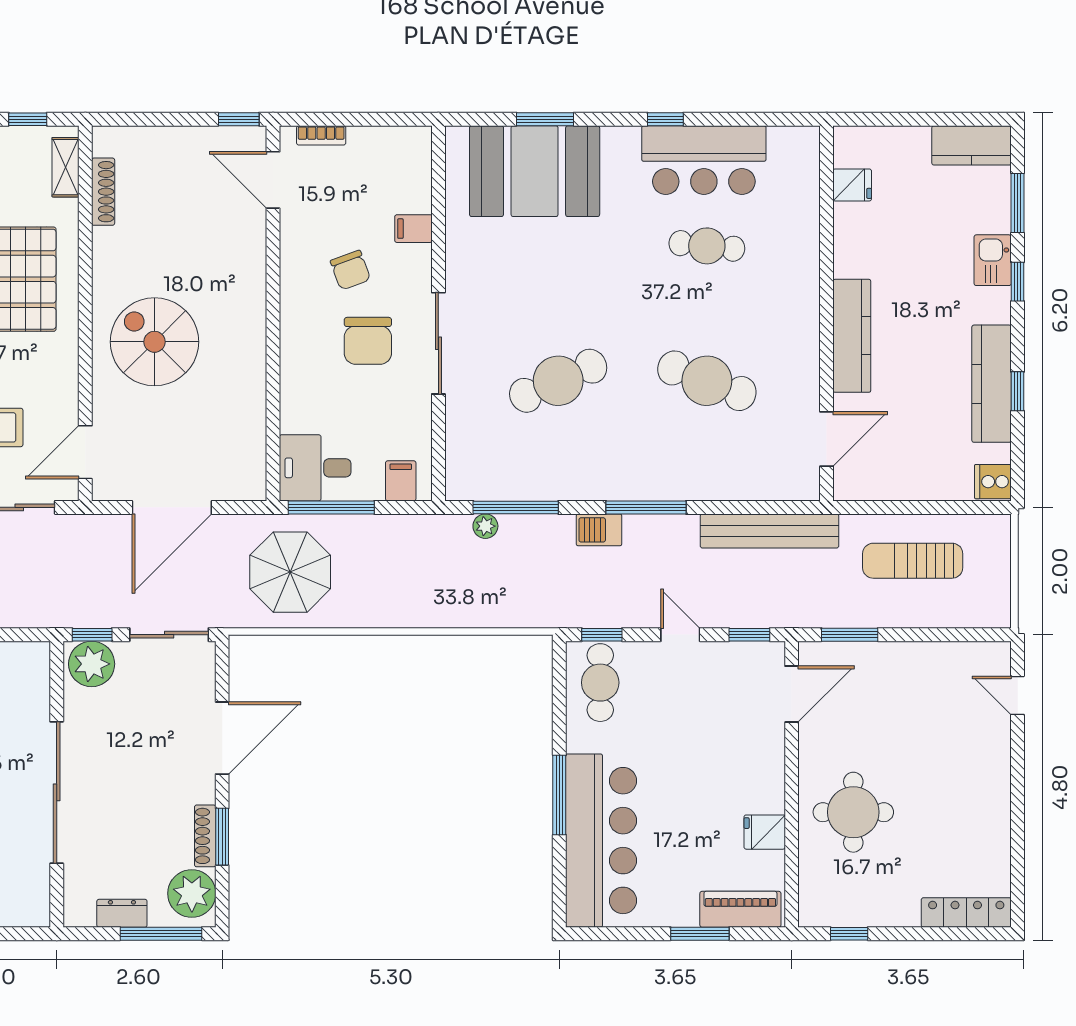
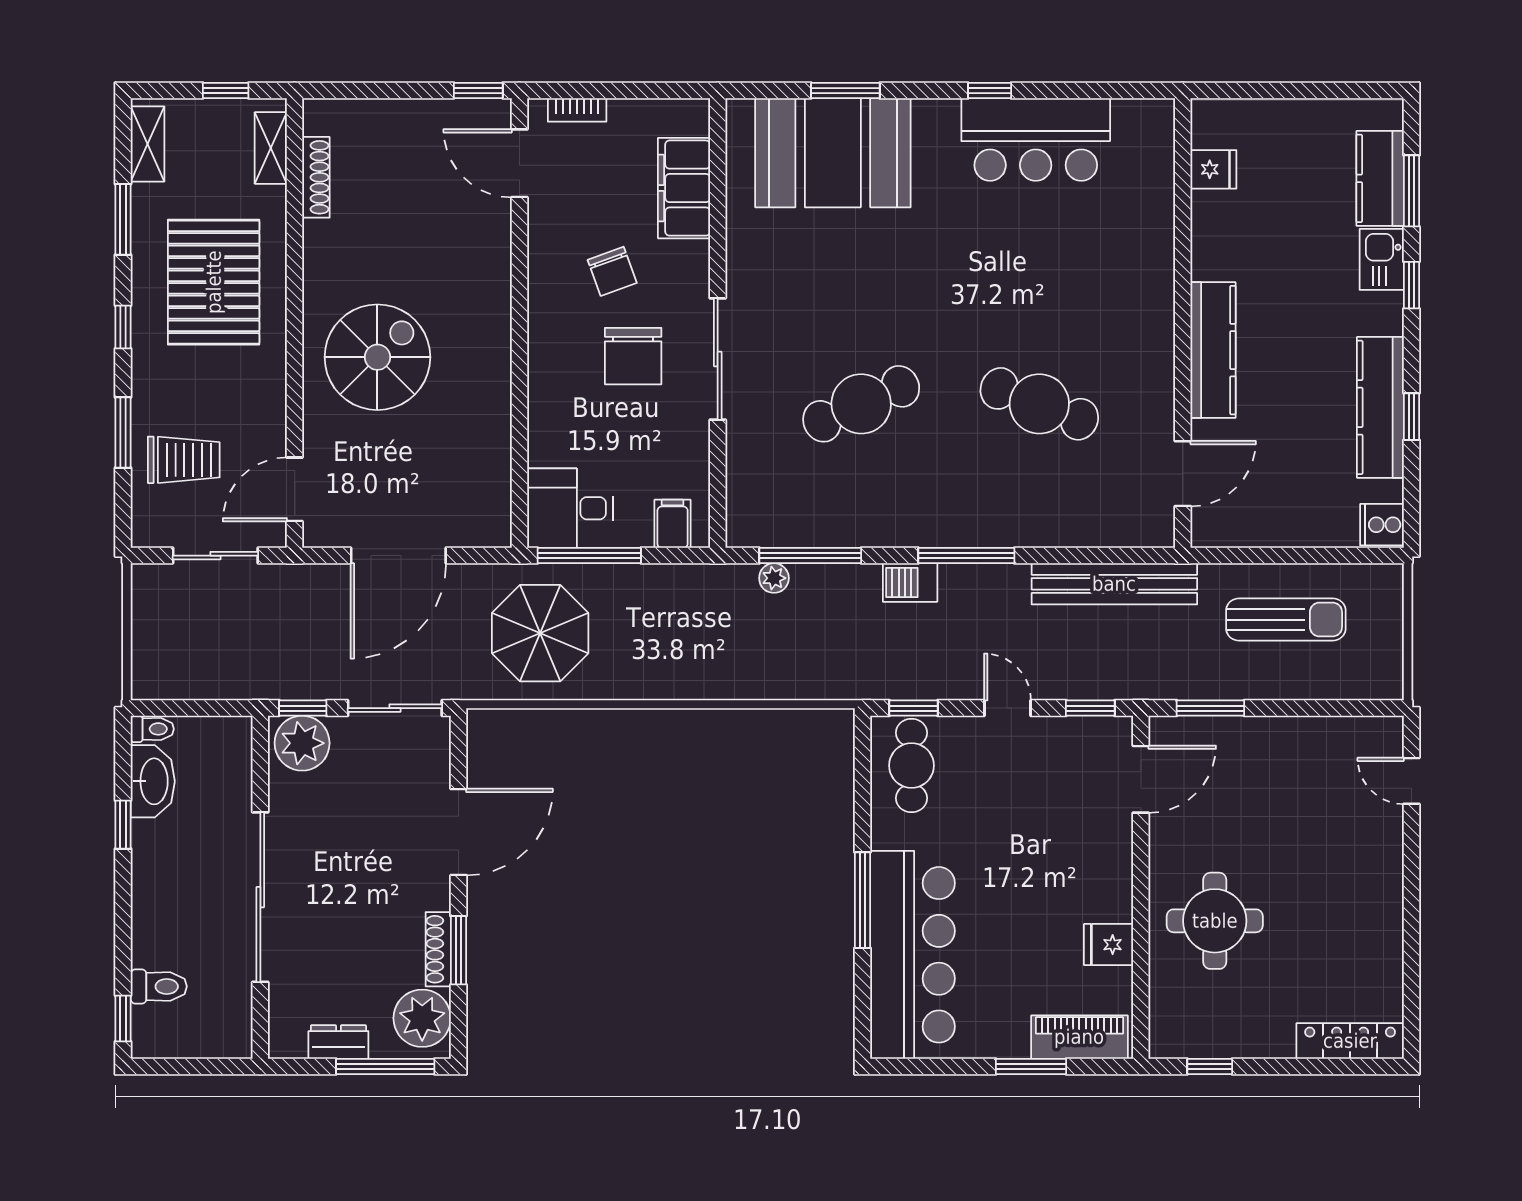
kitchen counter: (972, 145) -> (1380, 178), moved, turned 90
filing cabinet: (413, 229) -> (684, 188), width x3.00, depth x1.17
cafe table: (707, 246) -> (1039, 242), removed
spiral stairs: (155, 342) -> (377, 357), turned 90
sun lounger: (913, 561) -> (1286, 620), turned 180

